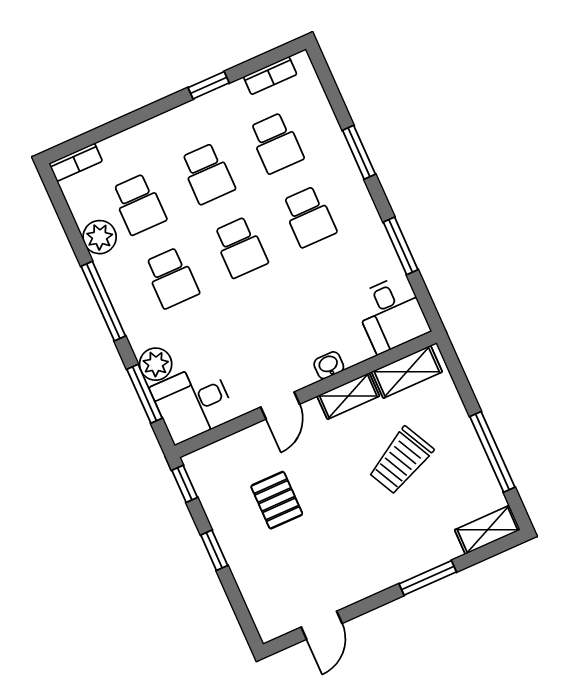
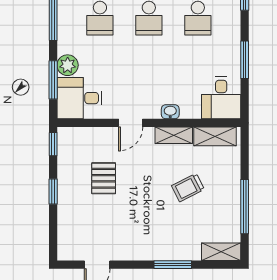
trolley: (401, 461) -> (188, 188), width x0.73, depth x0.72

